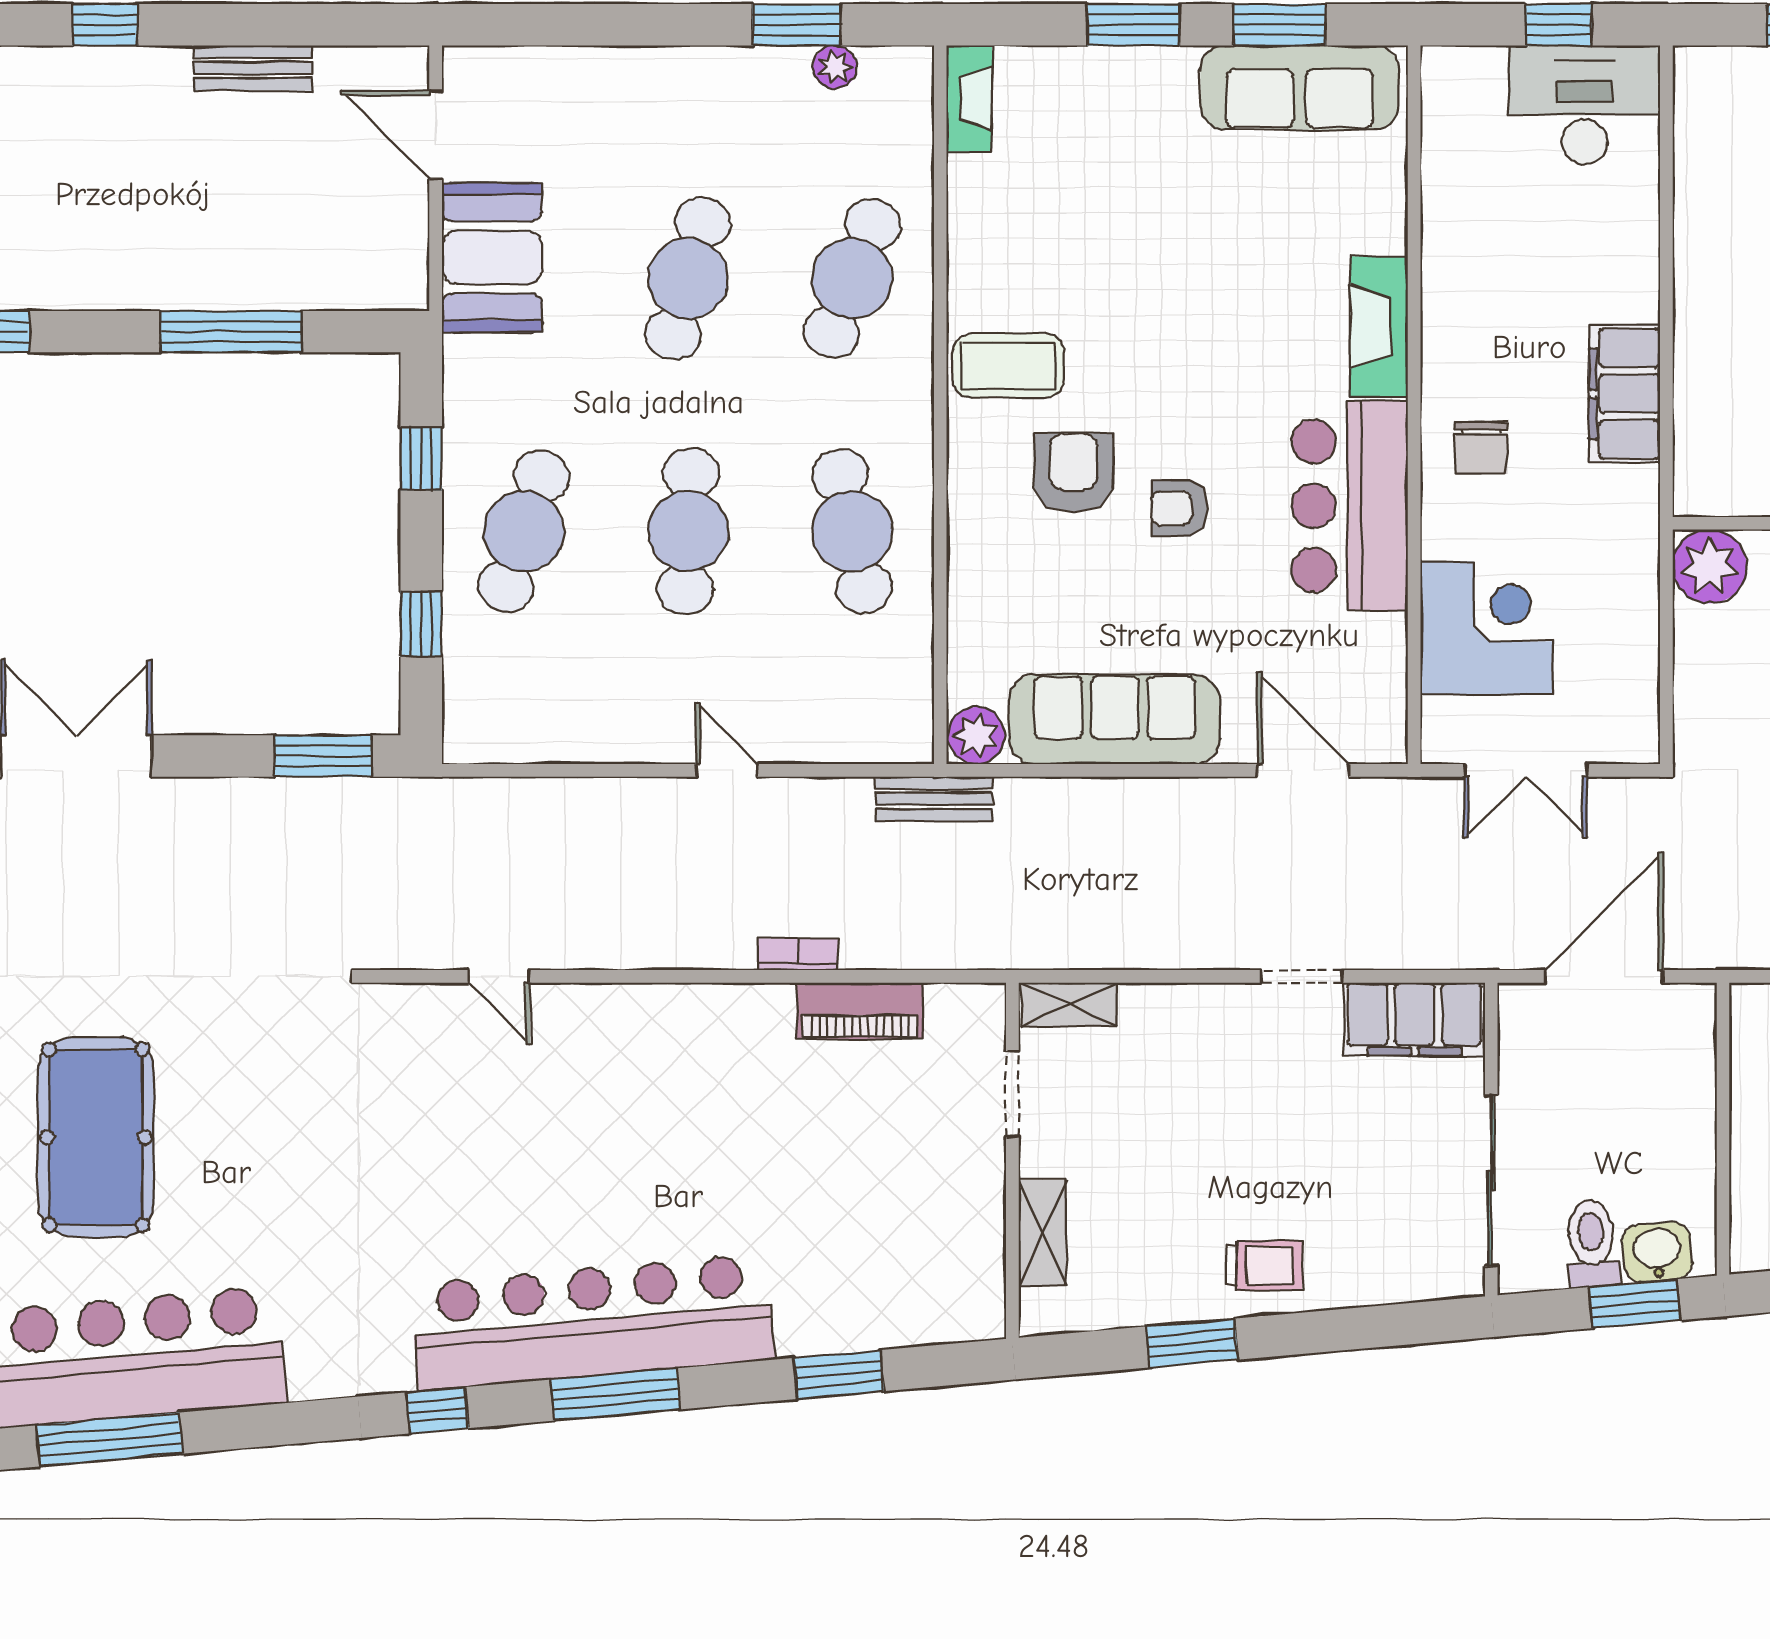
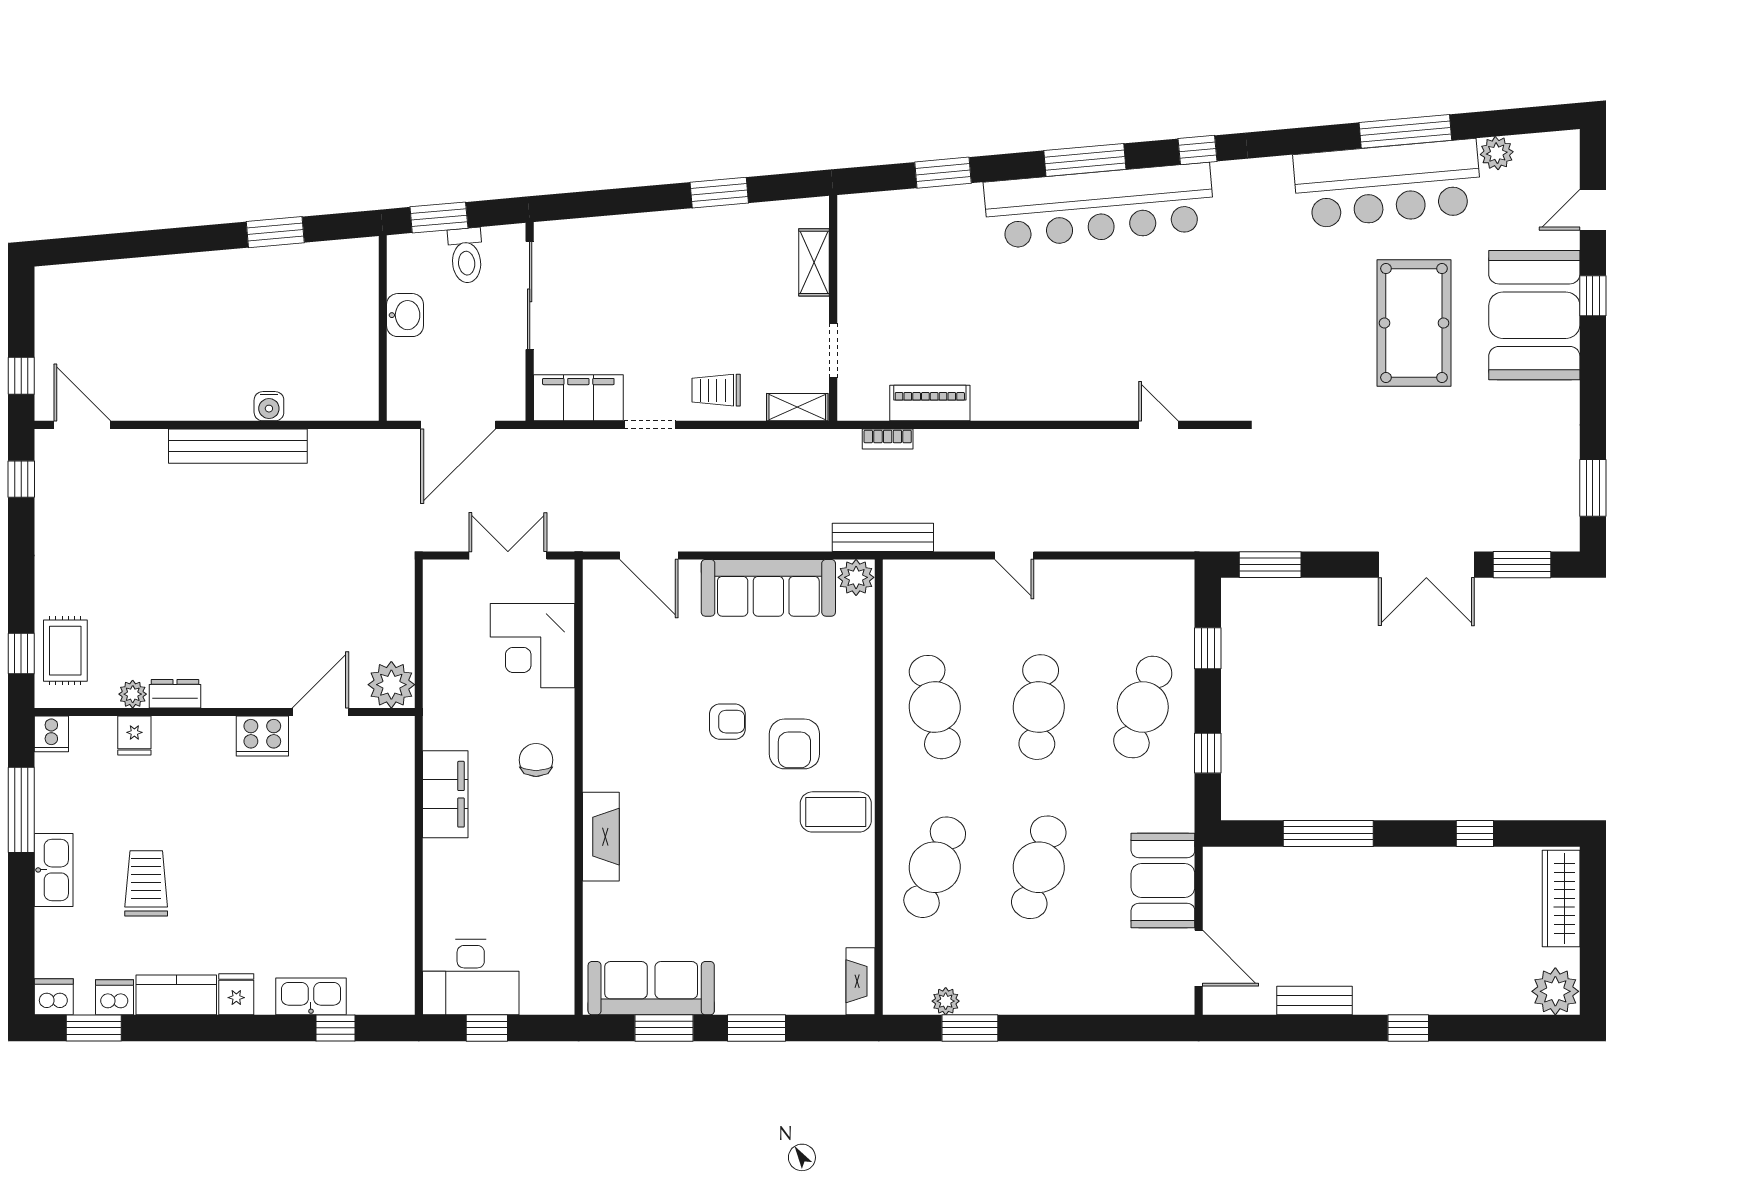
bar counter: (1350, 506) -> (619, 723), removed
bench: (934, 799) -> (883, 537), width x1.36
bookcase: (798, 954) -> (888, 439), moved
washbasin: (1657, 1252) -> (405, 315), moved, turned -85
trolley: (1264, 1266) -> (716, 390), moved

